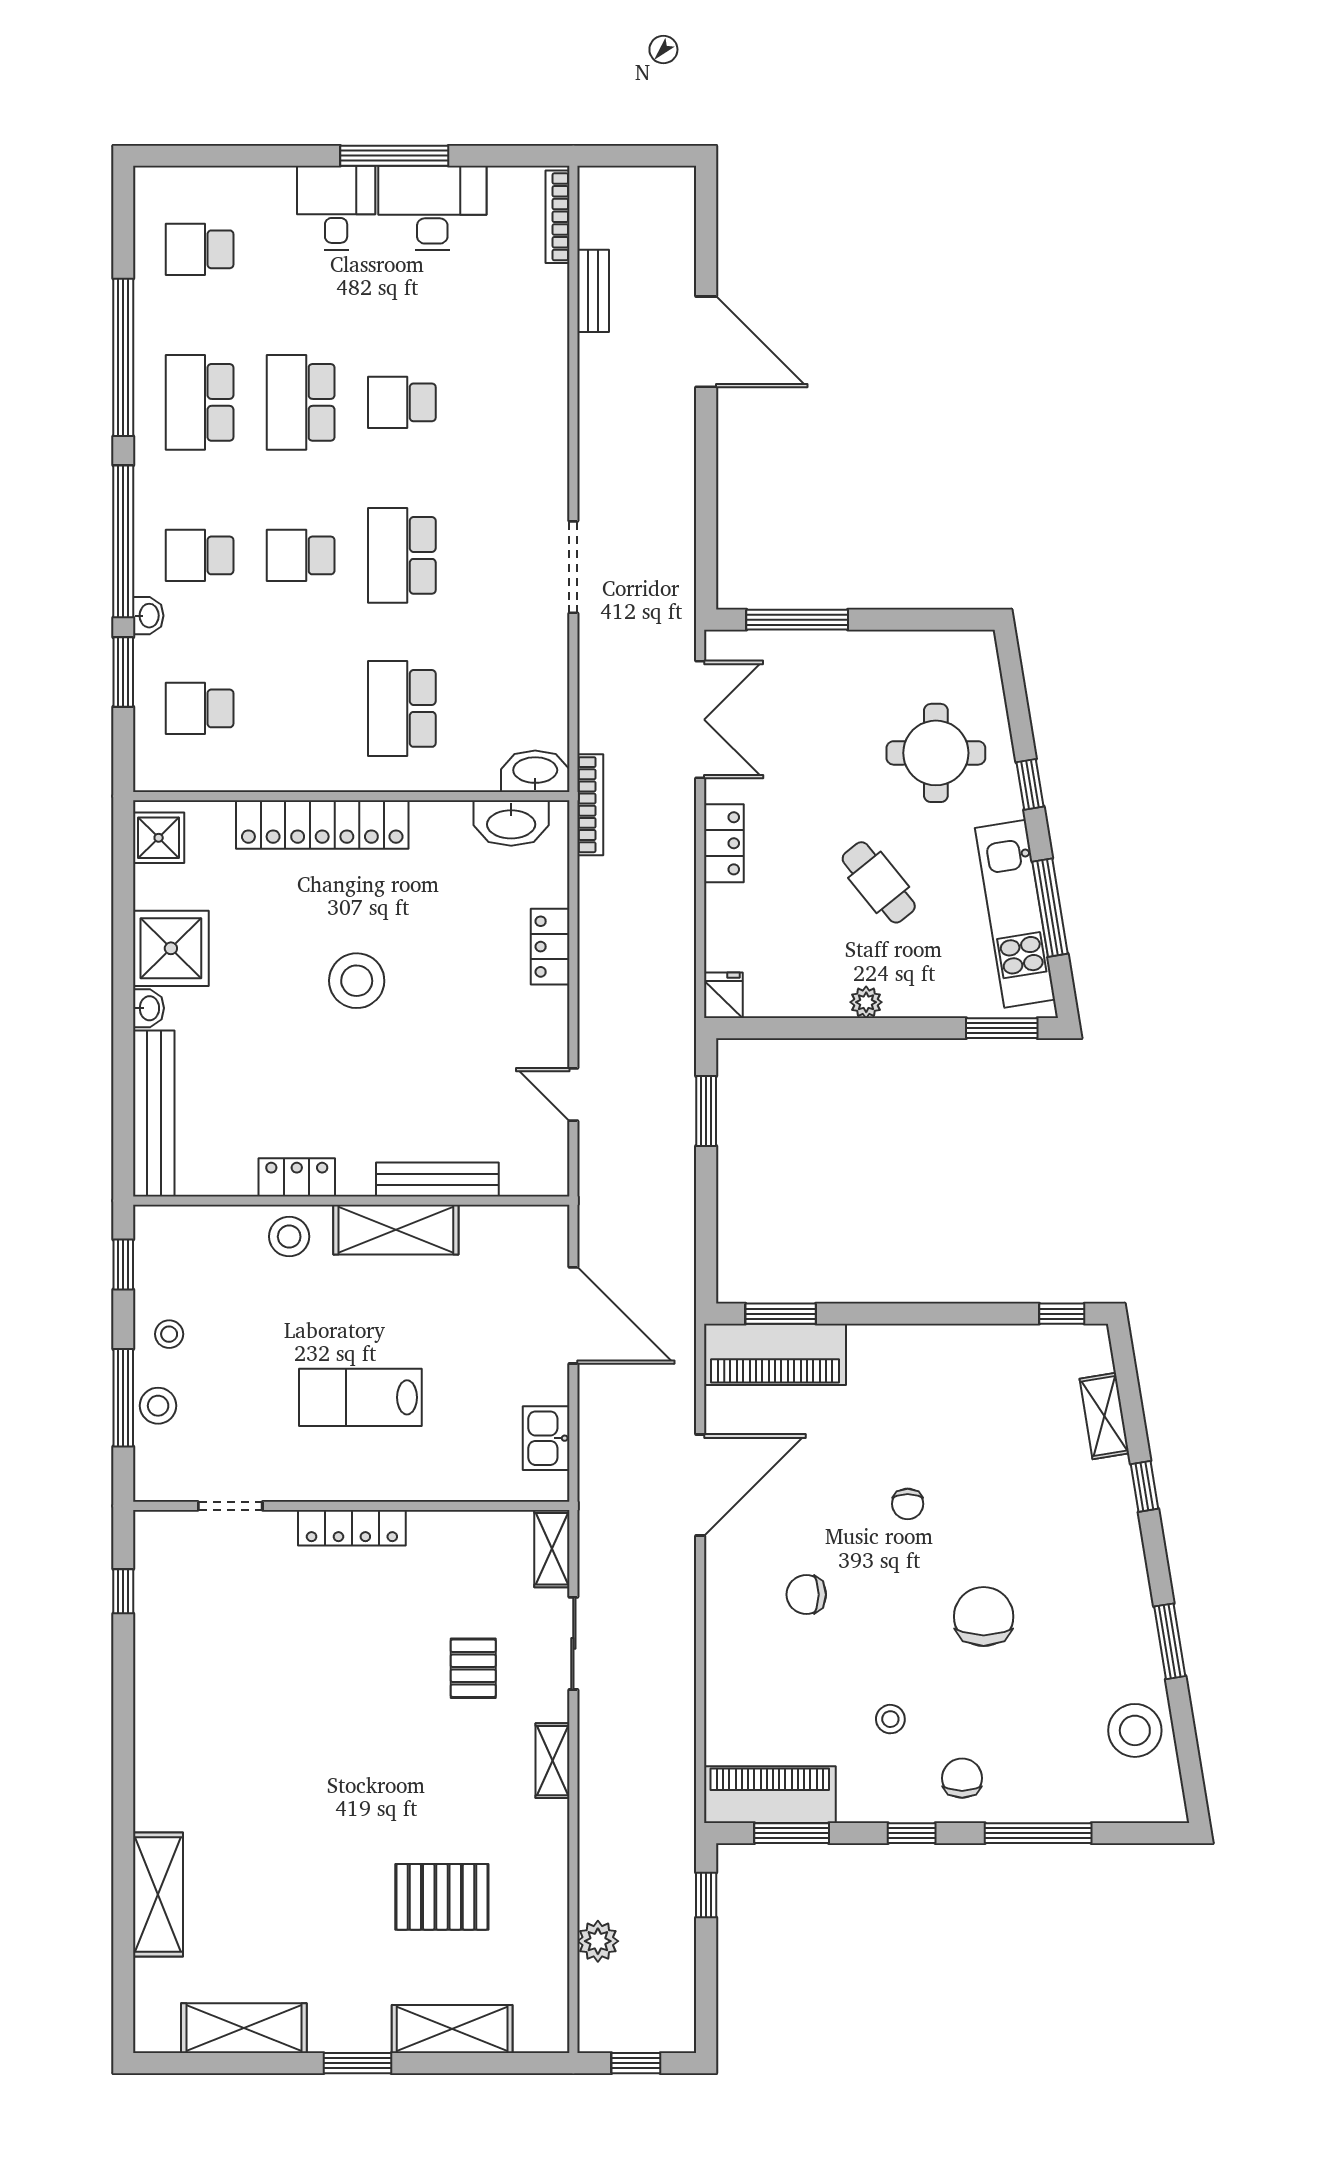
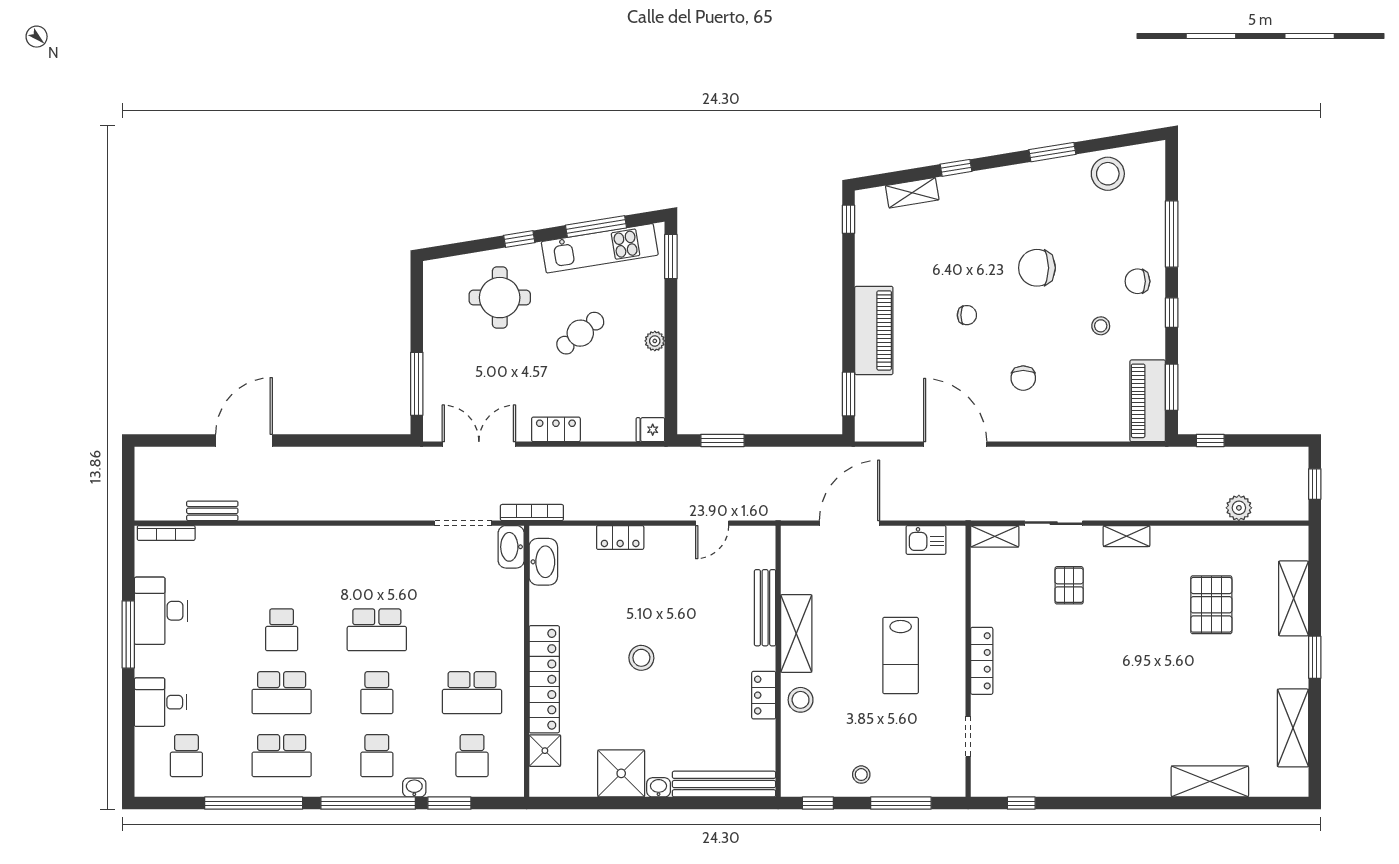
desk: (336, 208) -> (161, 702), moved
doorway: (573, 567) -> (463, 523), moved
school desk: (402, 708) -> (472, 693), moved
shower: (159, 838) -> (545, 751), moved
stool: (357, 981) -> (641, 658), width x0.73, depth x0.73
piano: (775, 1354) -> (874, 330), moved
stool: (158, 1406) -> (906, 781), removed
pallet: (473, 1668) -> (1069, 585), turned 90

